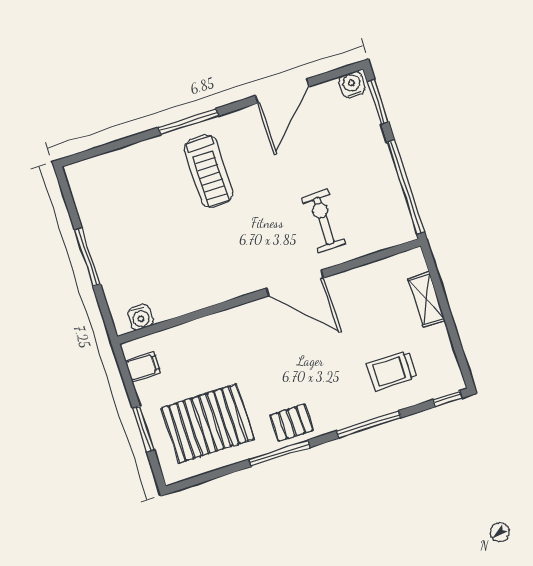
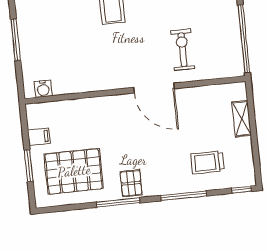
filing cabinet: (143, 367) -> (39, 137), moved
pallet: (292, 423) -> (131, 183), turned 90

